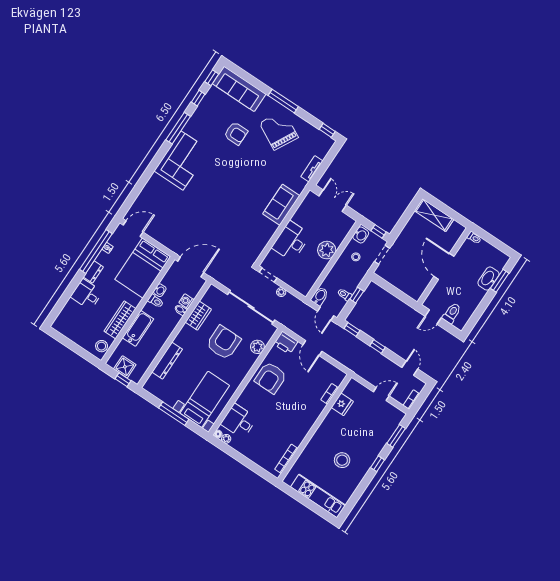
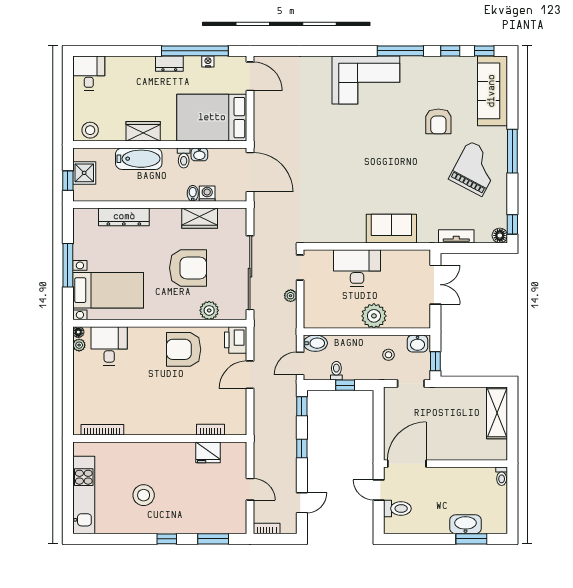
floor lamp: (329, 142) -> (500, 235), added
door: (444, 266) -> (407, 464), moved
desk: (87, 294) -> (89, 73), moved
wardrobe: (120, 320) -> (143, 131), width x0.67

